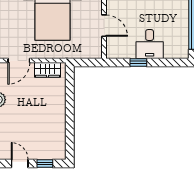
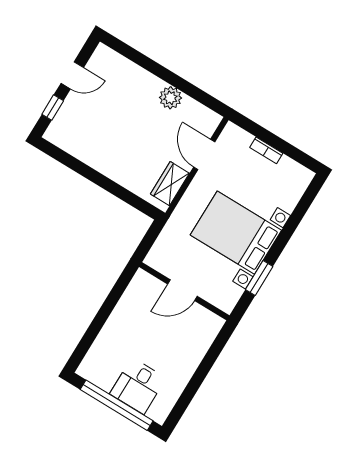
desk: (150, 44) -> (138, 386), moved, turned -90
window: (138, 62) -> (109, 305), removed

